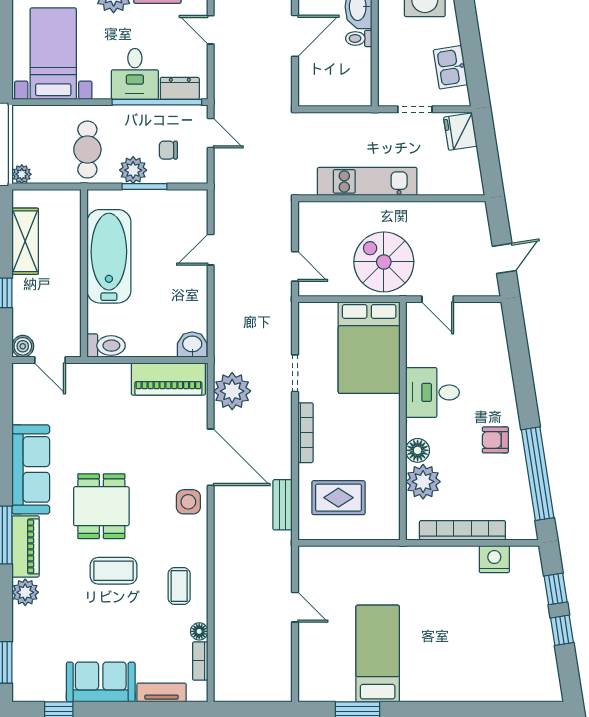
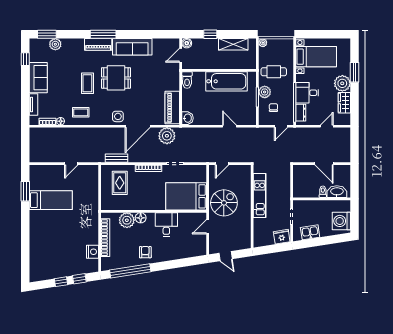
plant: (25, 592) -> (55, 44), moved

